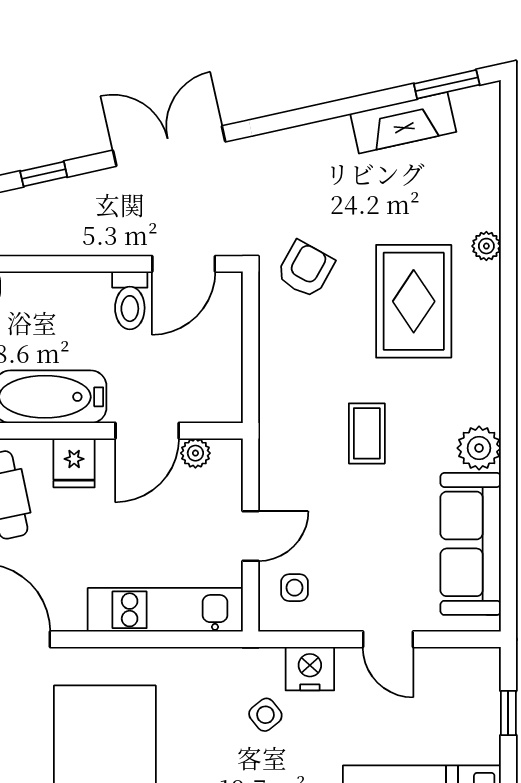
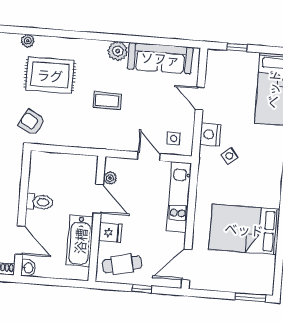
door: (184, 264) -> (20, 240), moved
door: (388, 639) -> (200, 99), swing flipped

